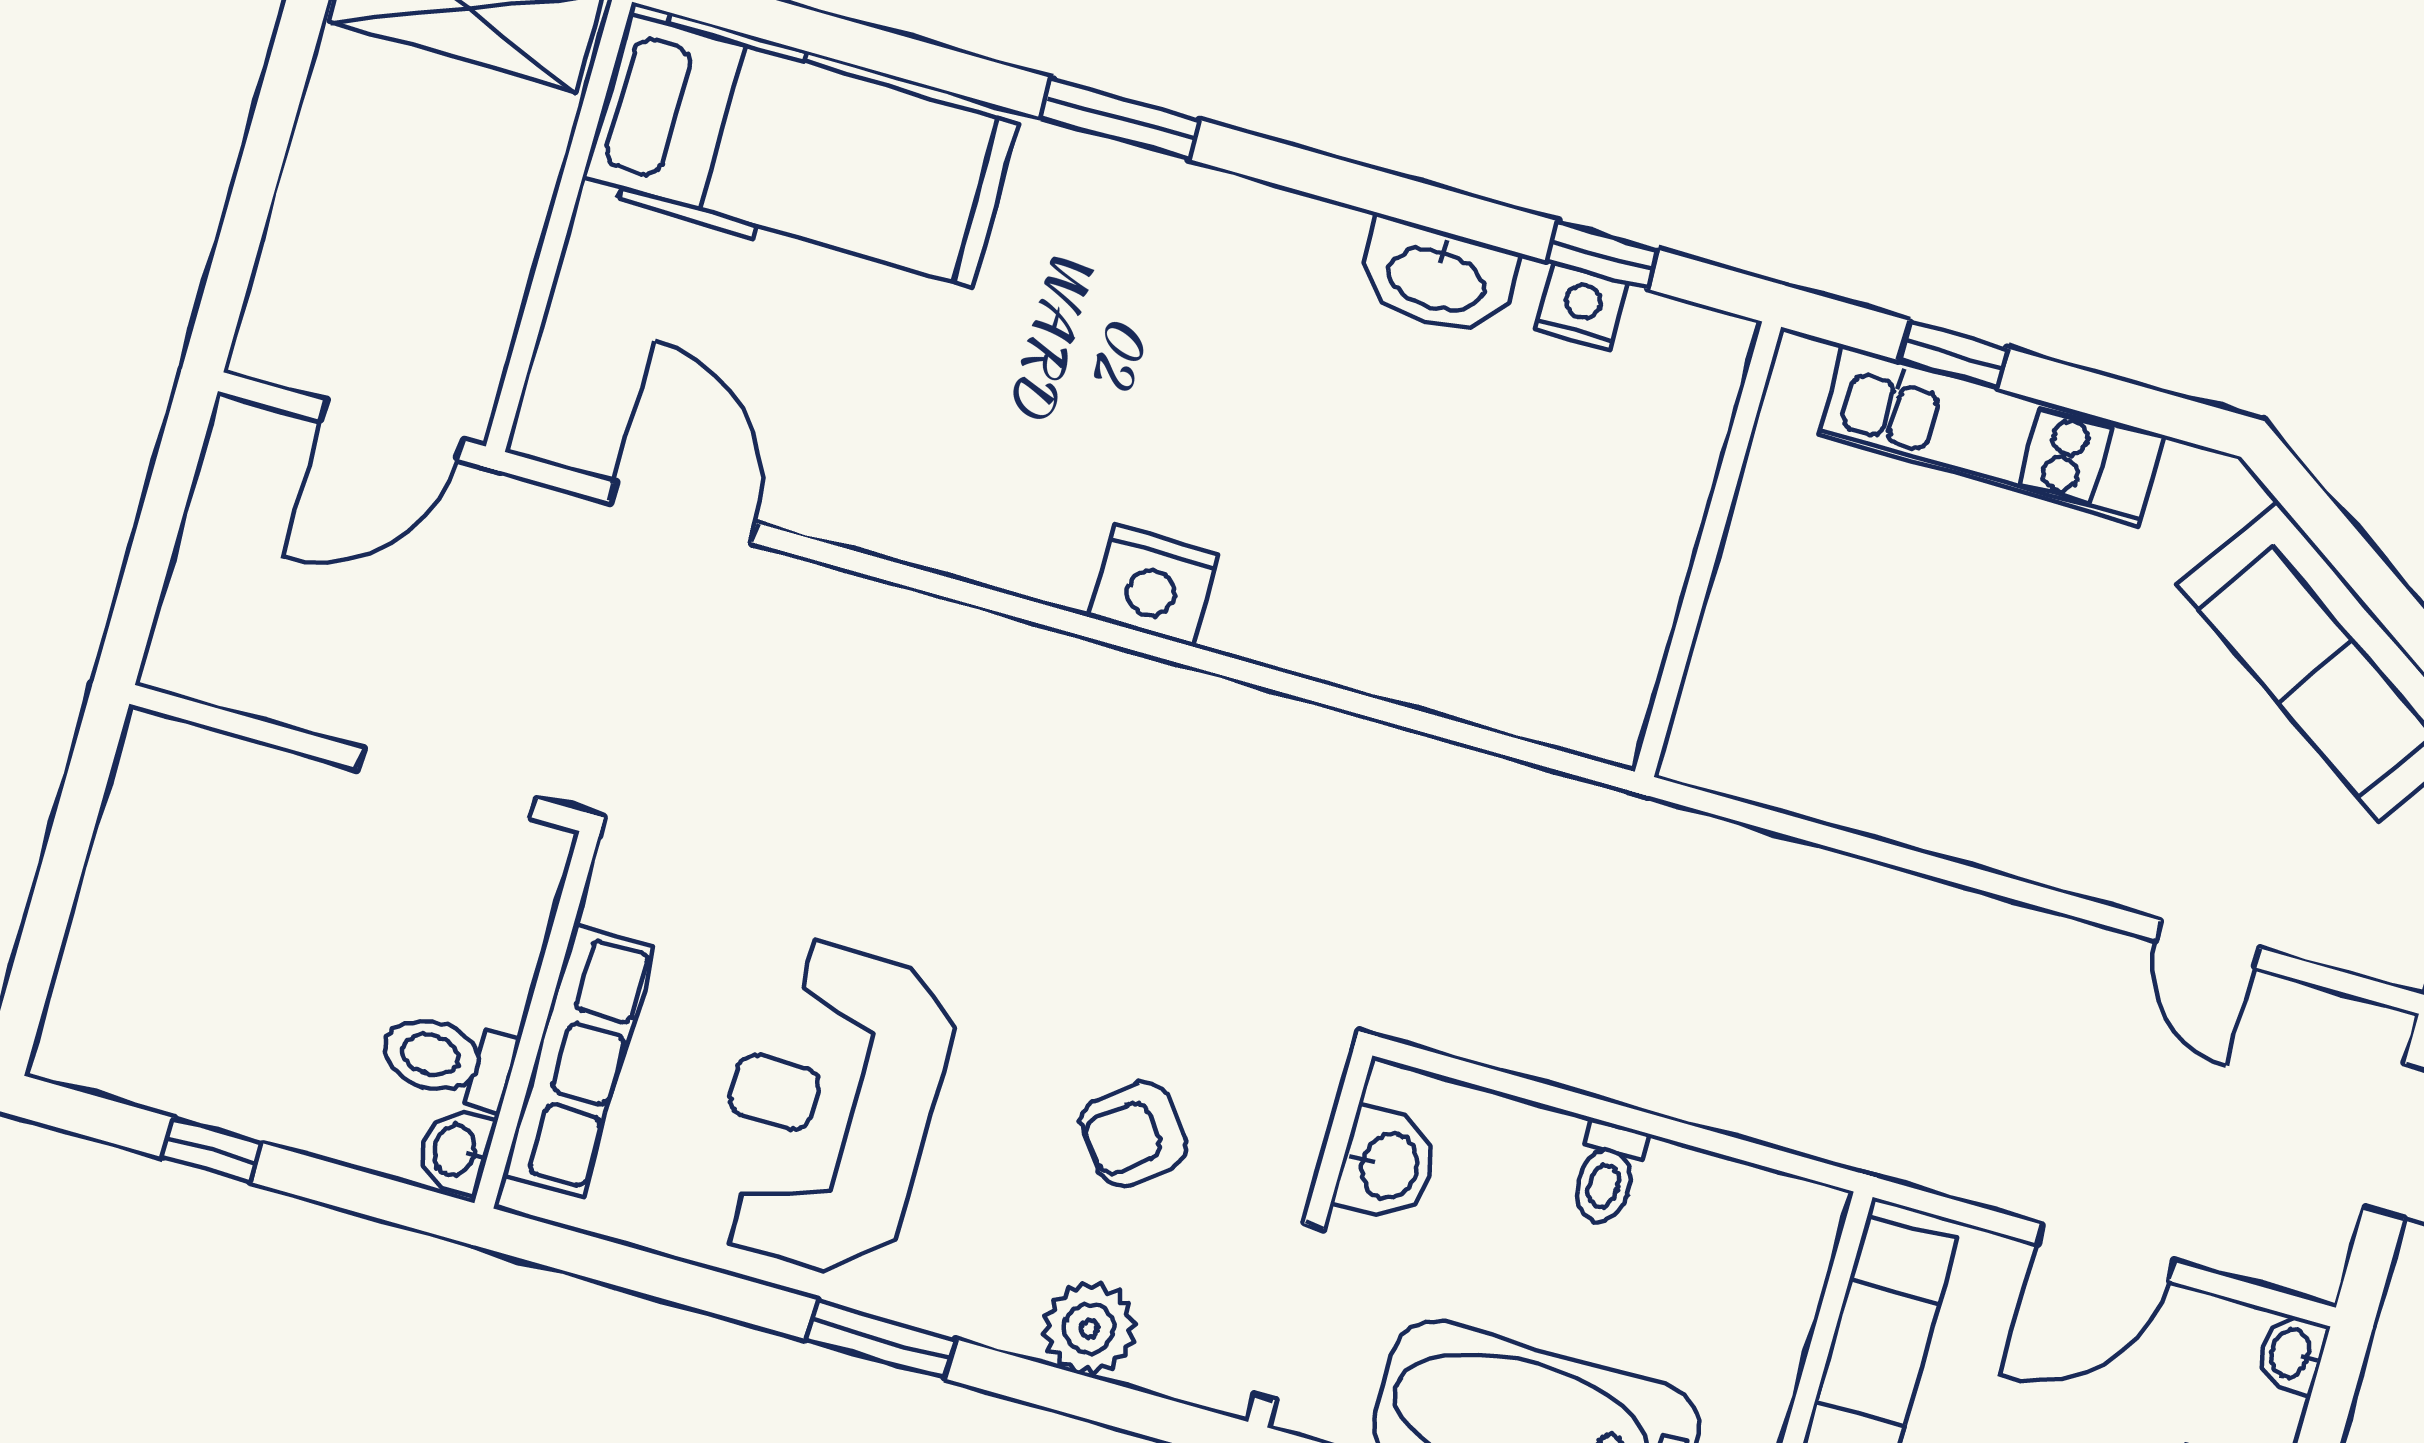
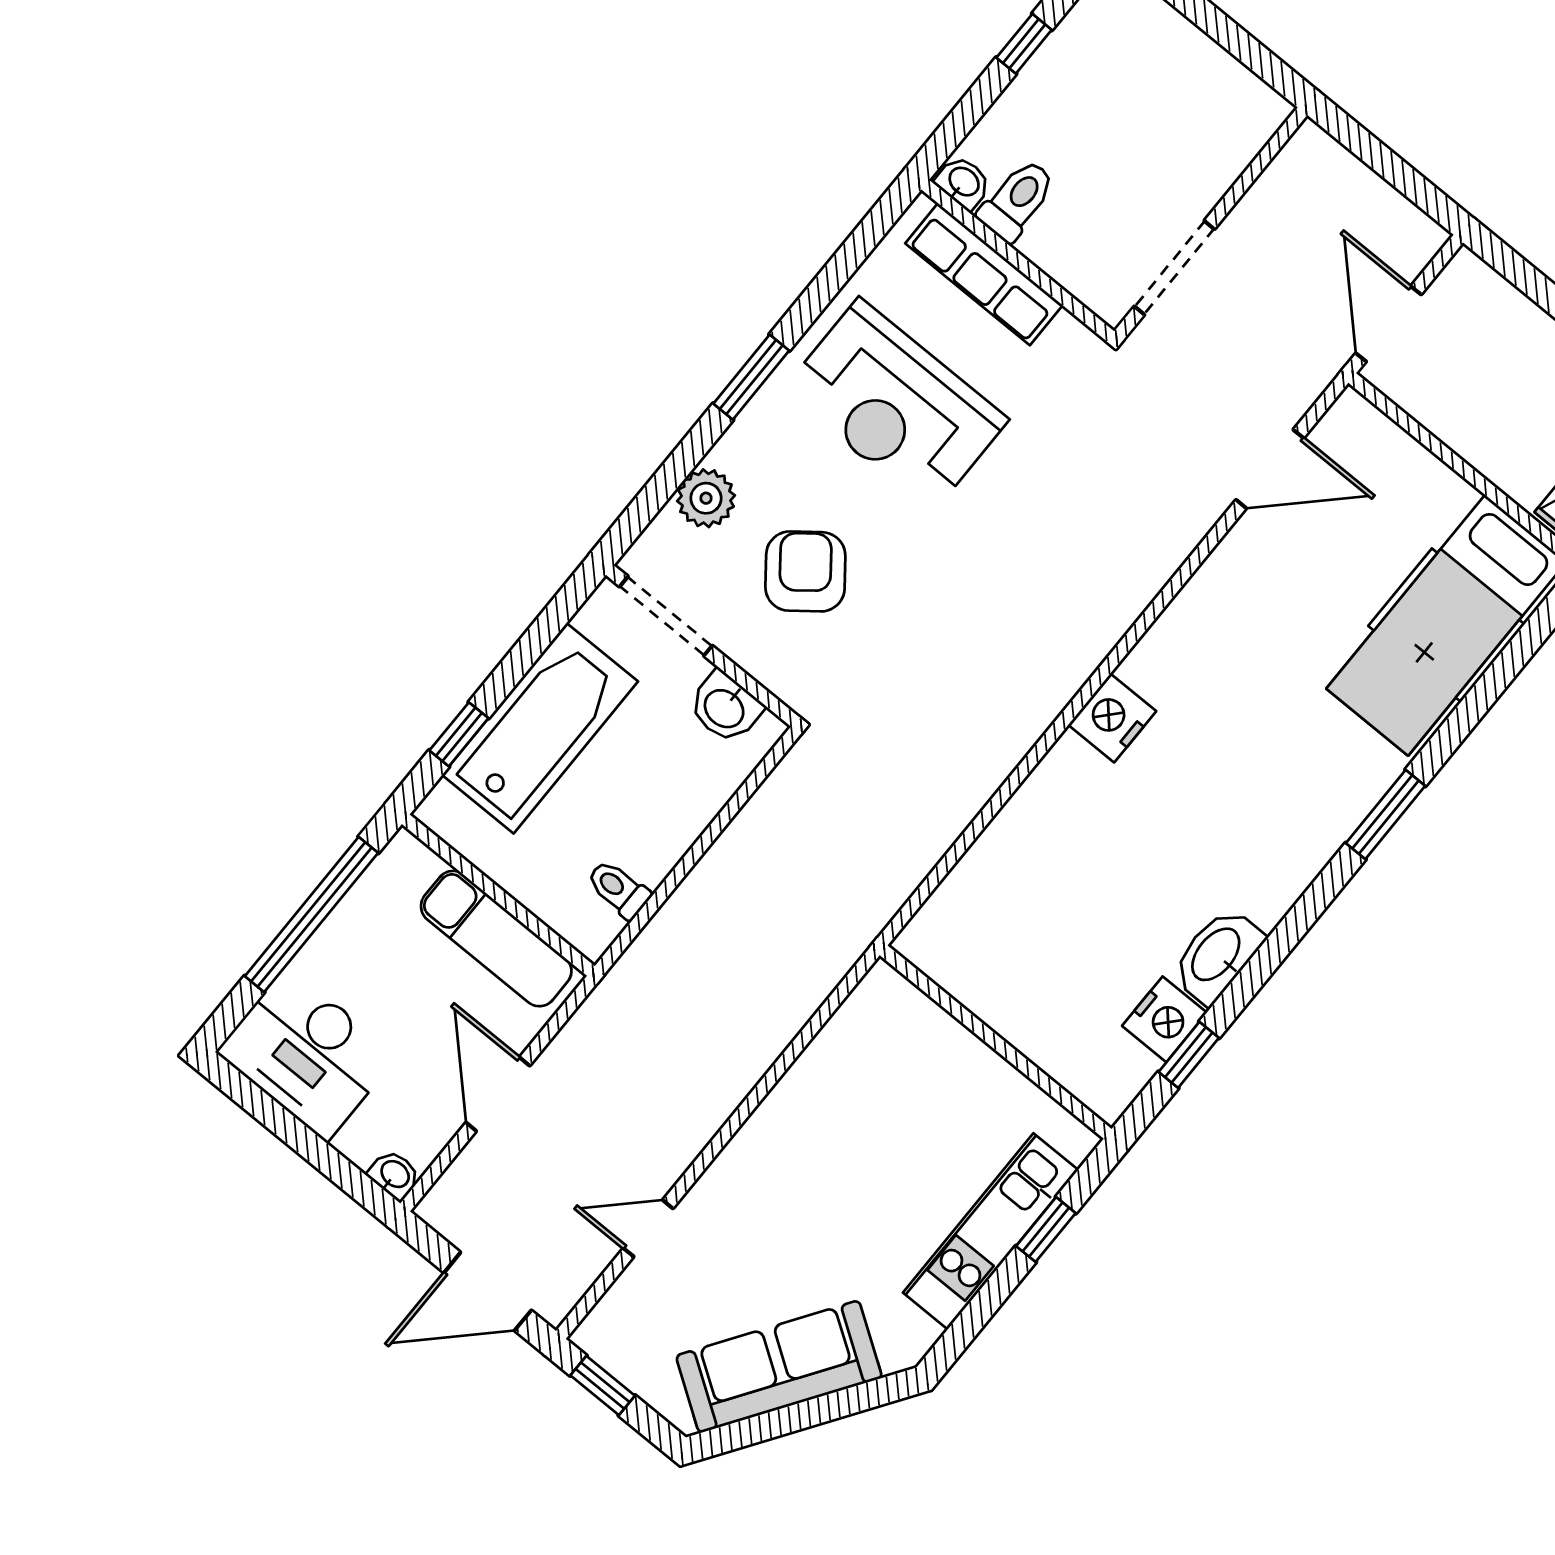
nightstand: (1582, 307) -> (1165, 1019), width x1.36, depth x1.33
reception desk: (829, 1108) -> (895, 405), turned 180
armchair: (1134, 1134) -> (805, 571), width x1.38, depth x1.38
toilet: (1607, 1173) -> (618, 889), moved

